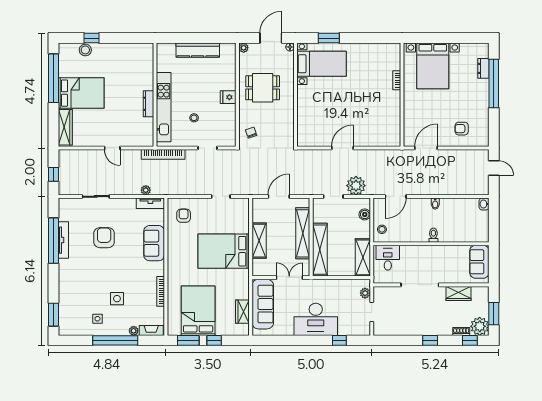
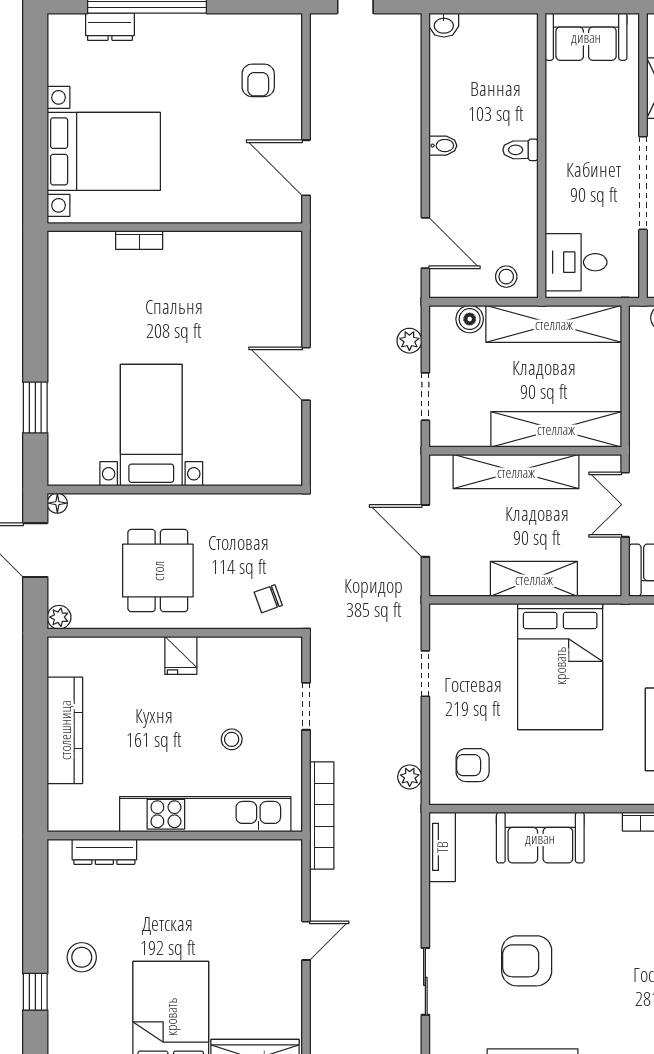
stool: (85, 50) -> (82, 957), moved
bed with nightstands: (322, 64) -> (151, 425), moved
dresser: (148, 104) -> (104, 852), moved
plant: (356, 186) -> (409, 341), width x0.53, depth x0.53
plant: (146, 190) -> (410, 777), moved
shelving: (363, 257) -> (554, 324), width x1.47

